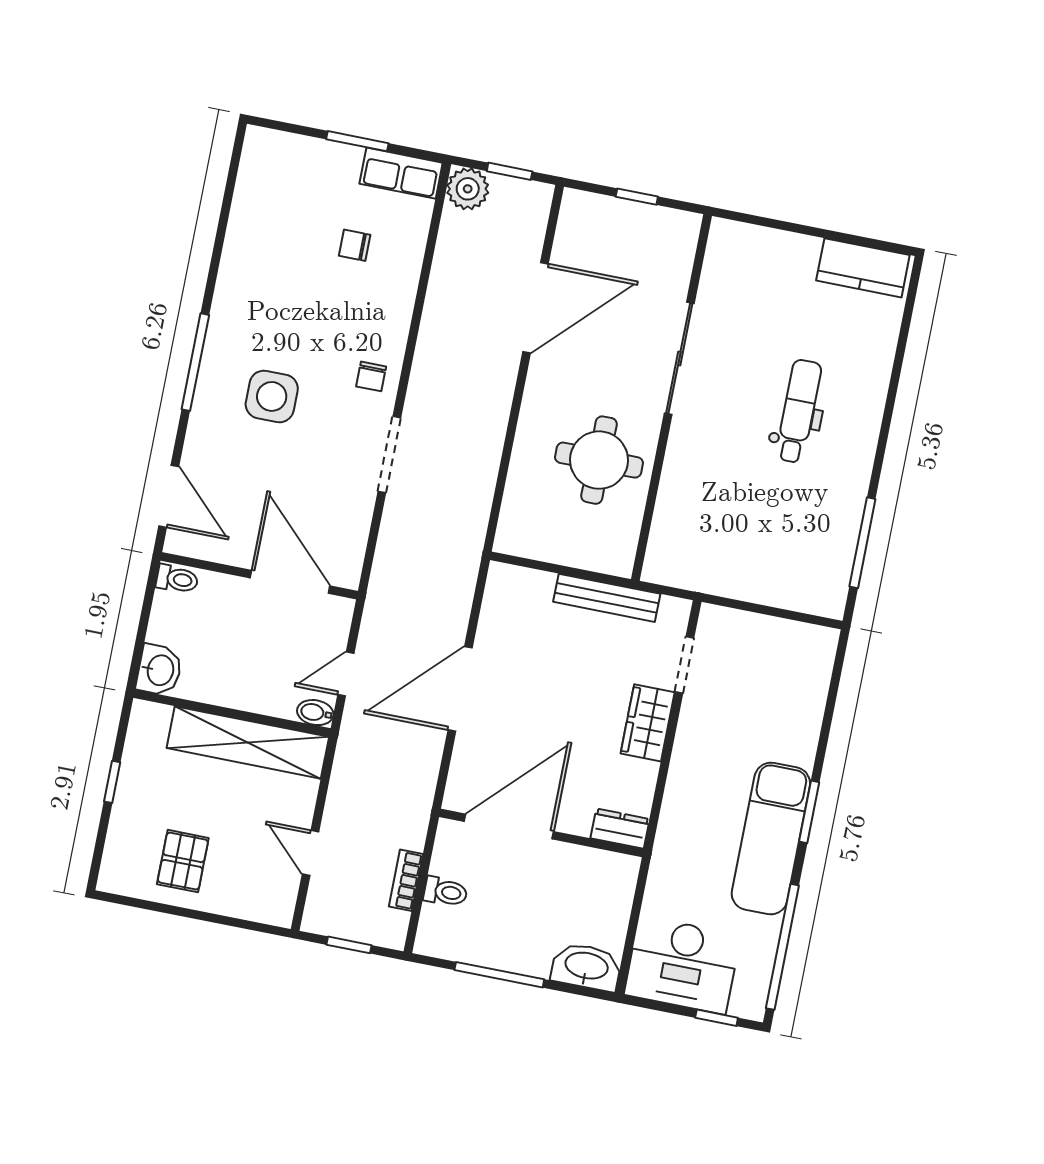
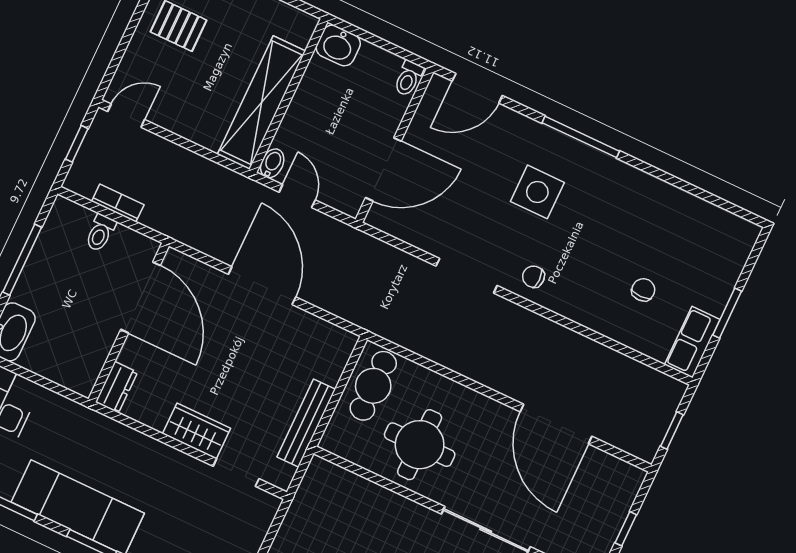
plant: (468, 189) -> (666, 393), removed
cafe table: (544, 531) -> (373, 386), added
door: (310, 853) -> (126, 116), moved

